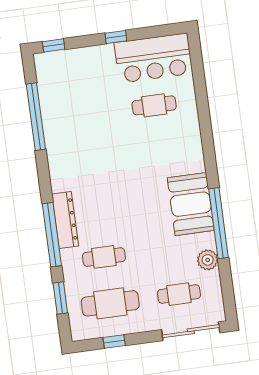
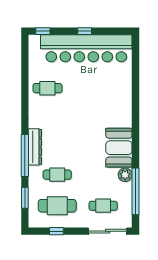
bar counter: (153, 58) -> (86, 48), width x1.86
cafe table: (154, 105) -> (47, 88), moved
window: (36, 117) -> (25, 76), removed
window: (219, 223) -> (136, 191), moved
plant: (208, 260) -> (125, 175), moved

